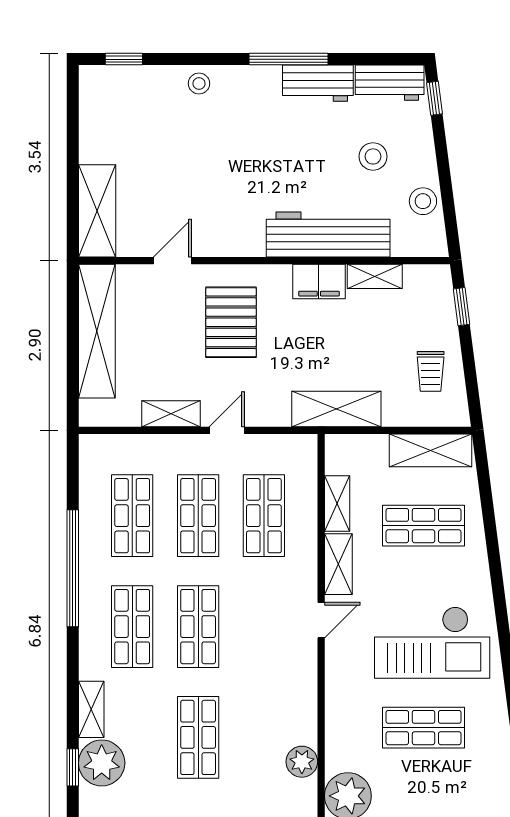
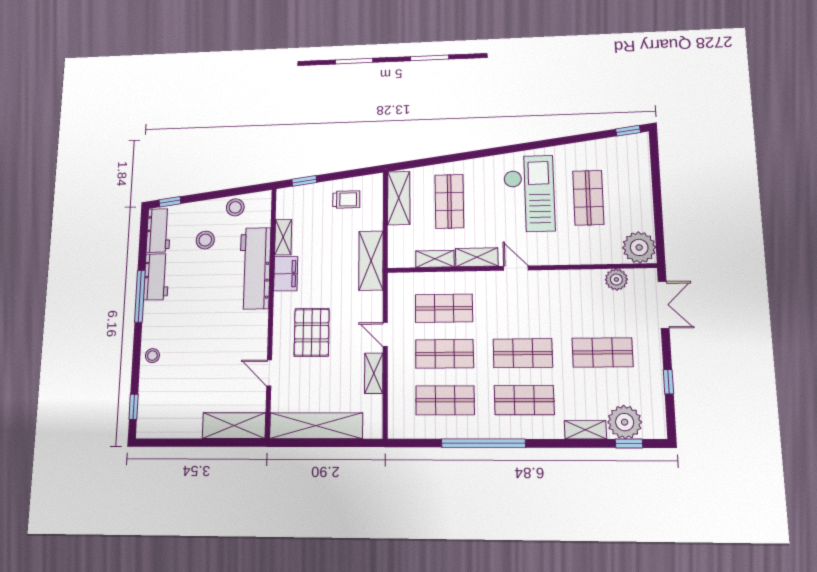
pallet: (231, 322) -> (312, 332), turned 90

